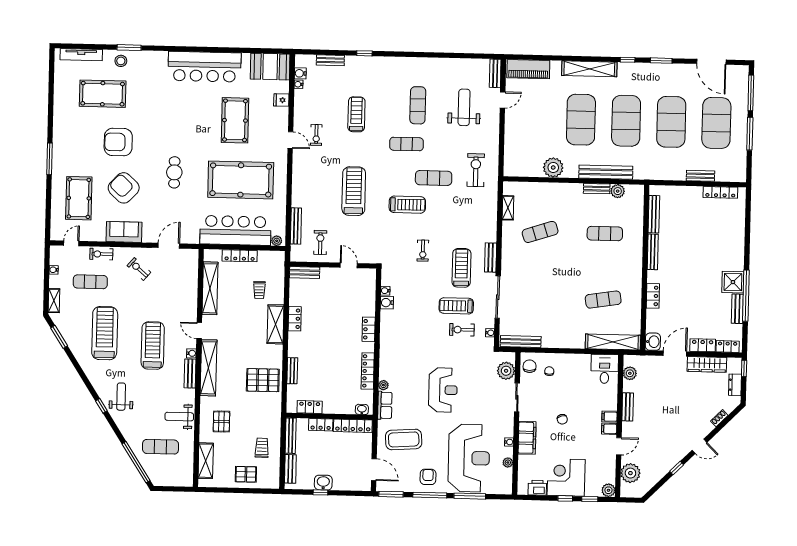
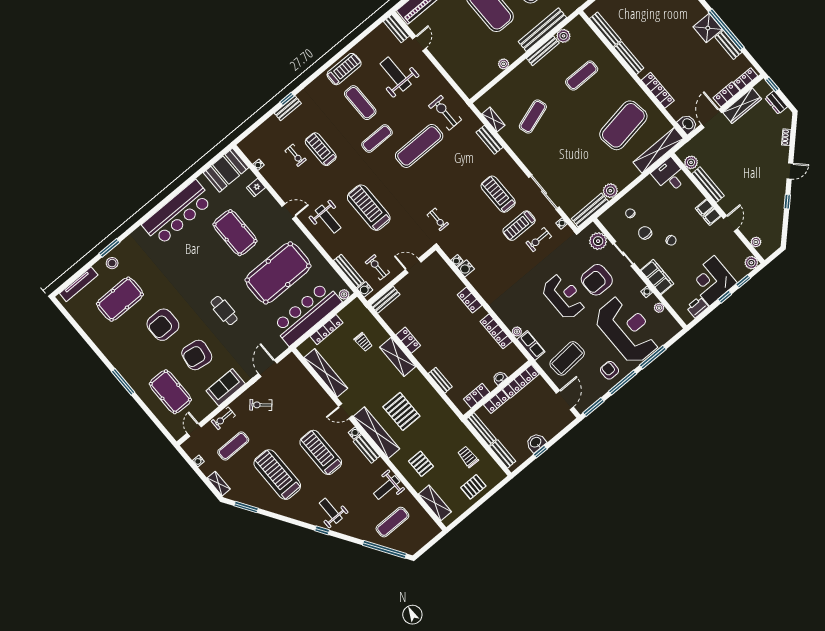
bench: (330, 60) -> (288, 108), moved
water cooler: (300, 73) -> (365, 289), moved
exercise bike: (316, 135) -> (296, 155), moved
plant: (553, 168) -> (504, 64), width x0.53, depth x0.53
weight bench: (315, 173) -> (328, 219), added
exercise mat: (434, 178) -> (419, 146), width x1.36, depth x1.45
armchair: (124, 188) -> (197, 355), turned -34
bench: (597, 189) -> (543, 51), width x1.36
treadmill: (407, 205) -> (344, 69), moved
exercise bike: (423, 251) -> (438, 219), moved
bench: (491, 258) -> (489, 140), moved
locker: (653, 296) -> (658, 90), width x1.53
exercise mat: (603, 300) -> (623, 125), width x2.00, depth x1.45
plant: (549, 341) -> (610, 191), added
chair: (530, 366) -> (645, 233), moved
pallet: (263, 380) -> (401, 411), moved, turned 90
armchair: (479, 399) -> (597, 280), added
bench: (628, 407) -> (708, 185), width x1.36
washbasin: (362, 409) -> (500, 378), moved
door: (374, 470) -> (565, 400), hinge flipped
plant: (630, 473) -> (756, 242), width x0.53, depth x0.53

